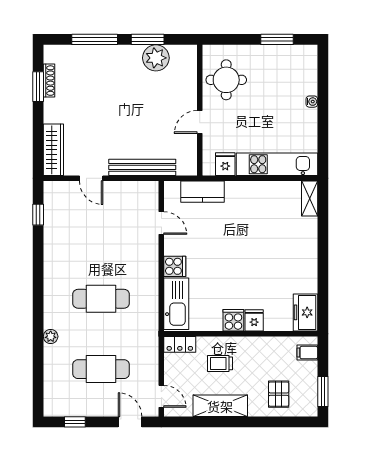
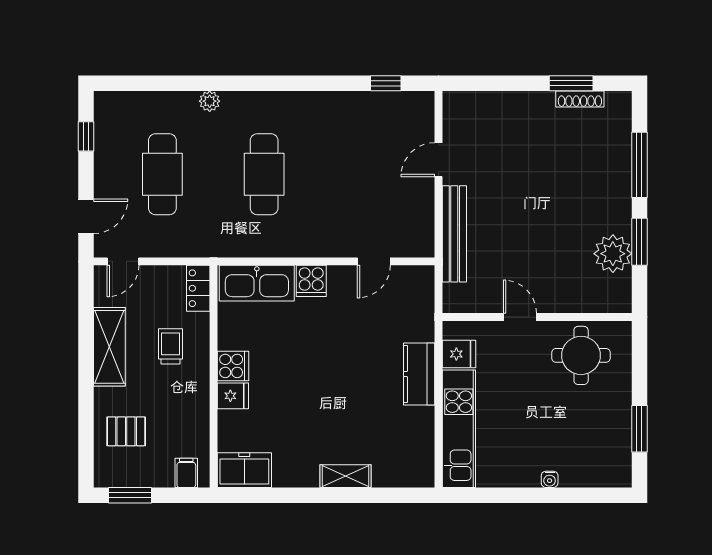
wardrobe: (53, 150) -> (480, 105), removed
kitchen counter: (202, 192) -> (419, 374), moved
shelving: (310, 198) -> (346, 476), moved

